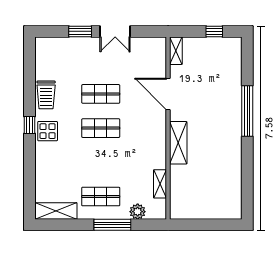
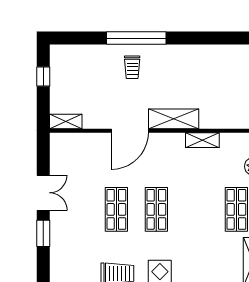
door: (168, 94) -> (130, 131), moved
trolley: (222, 107) -> (132, 67), added
shelving: (160, 184) -> (202, 140), moved

